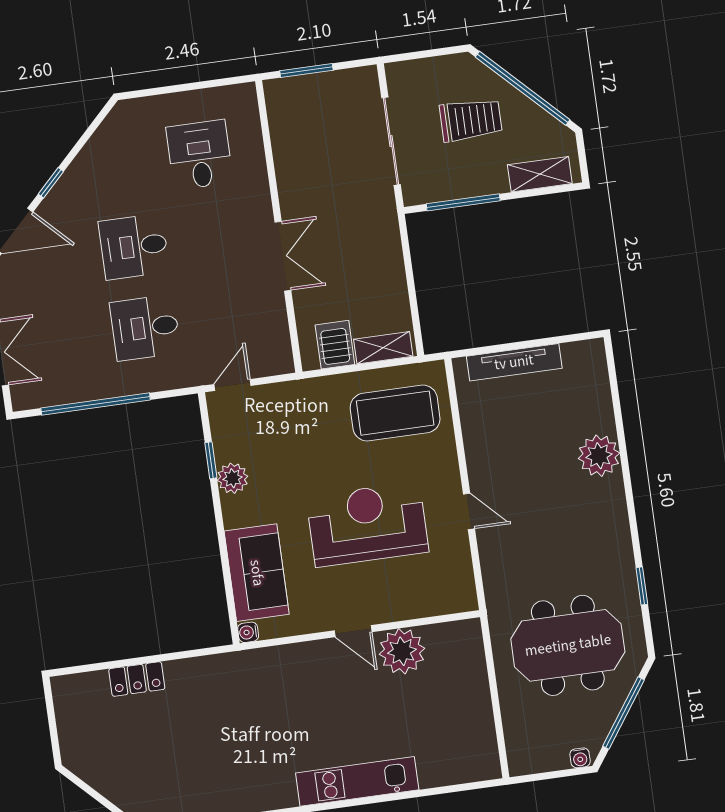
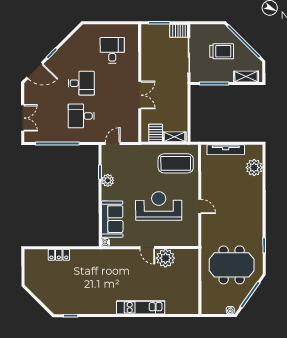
server rack: (357, 84) -> (179, 31), added
desk: (134, 247) -> (81, 83), turned 180
plant: (599, 456) -> (254, 168), moved

